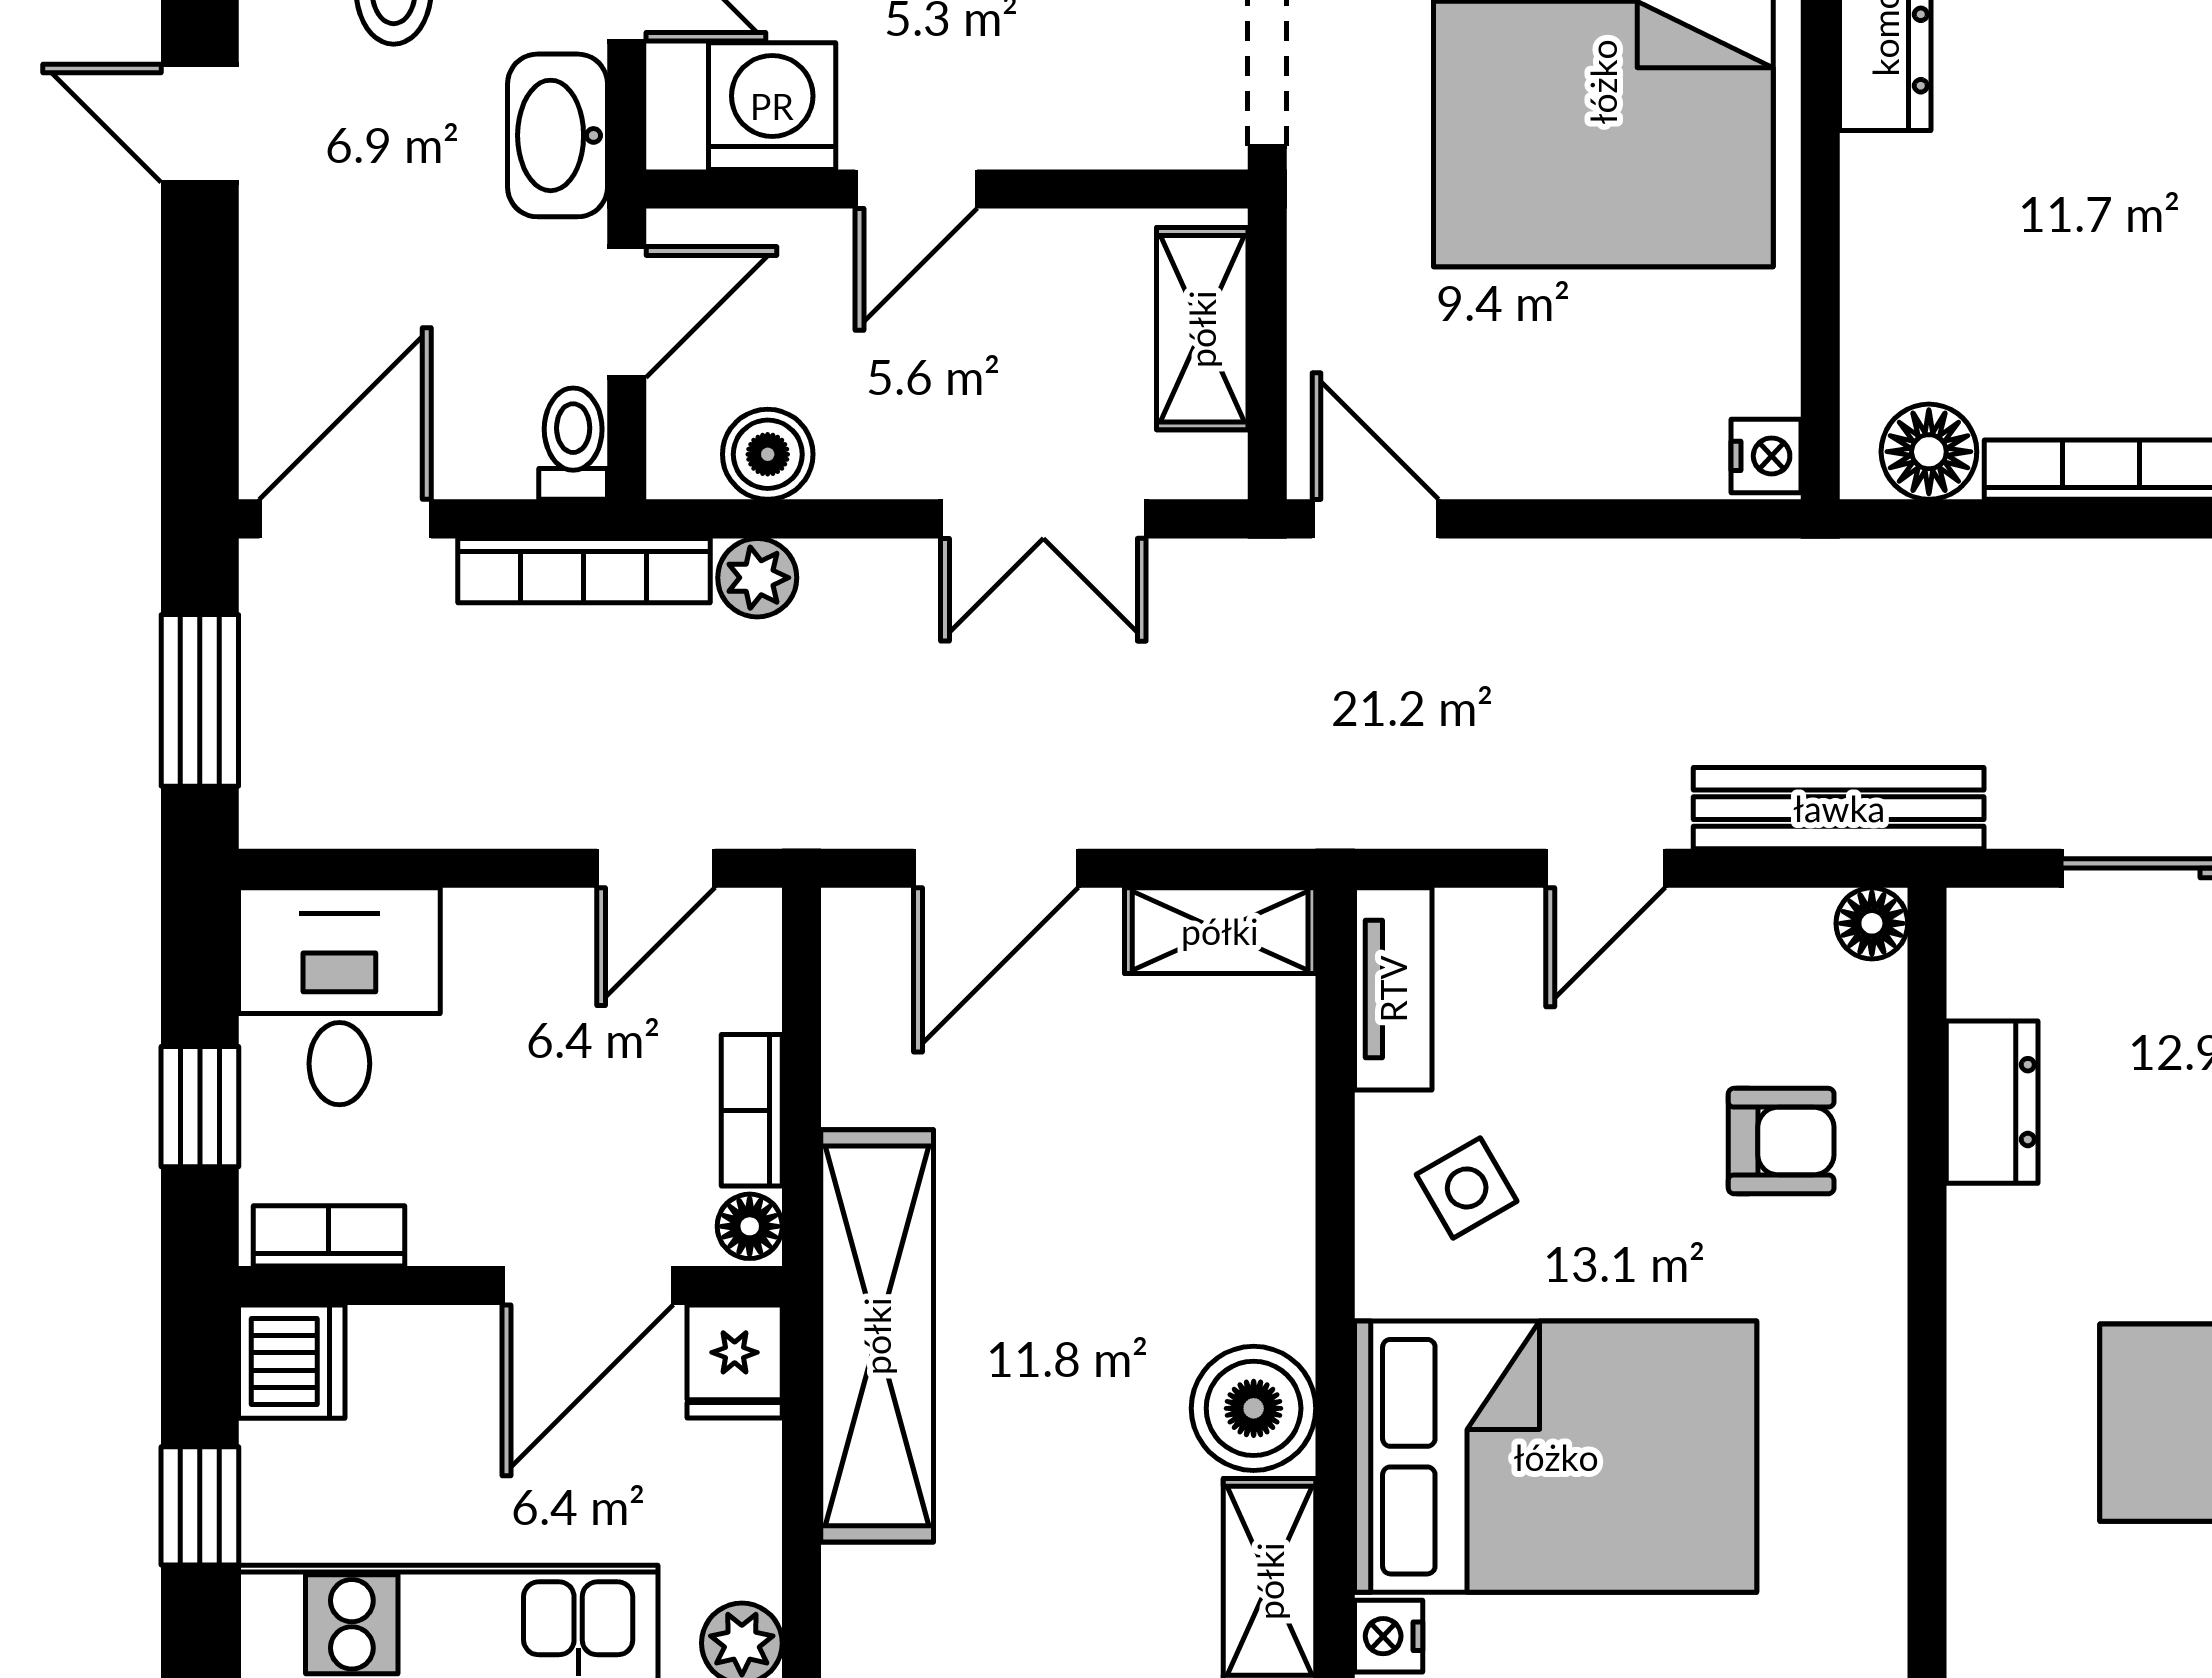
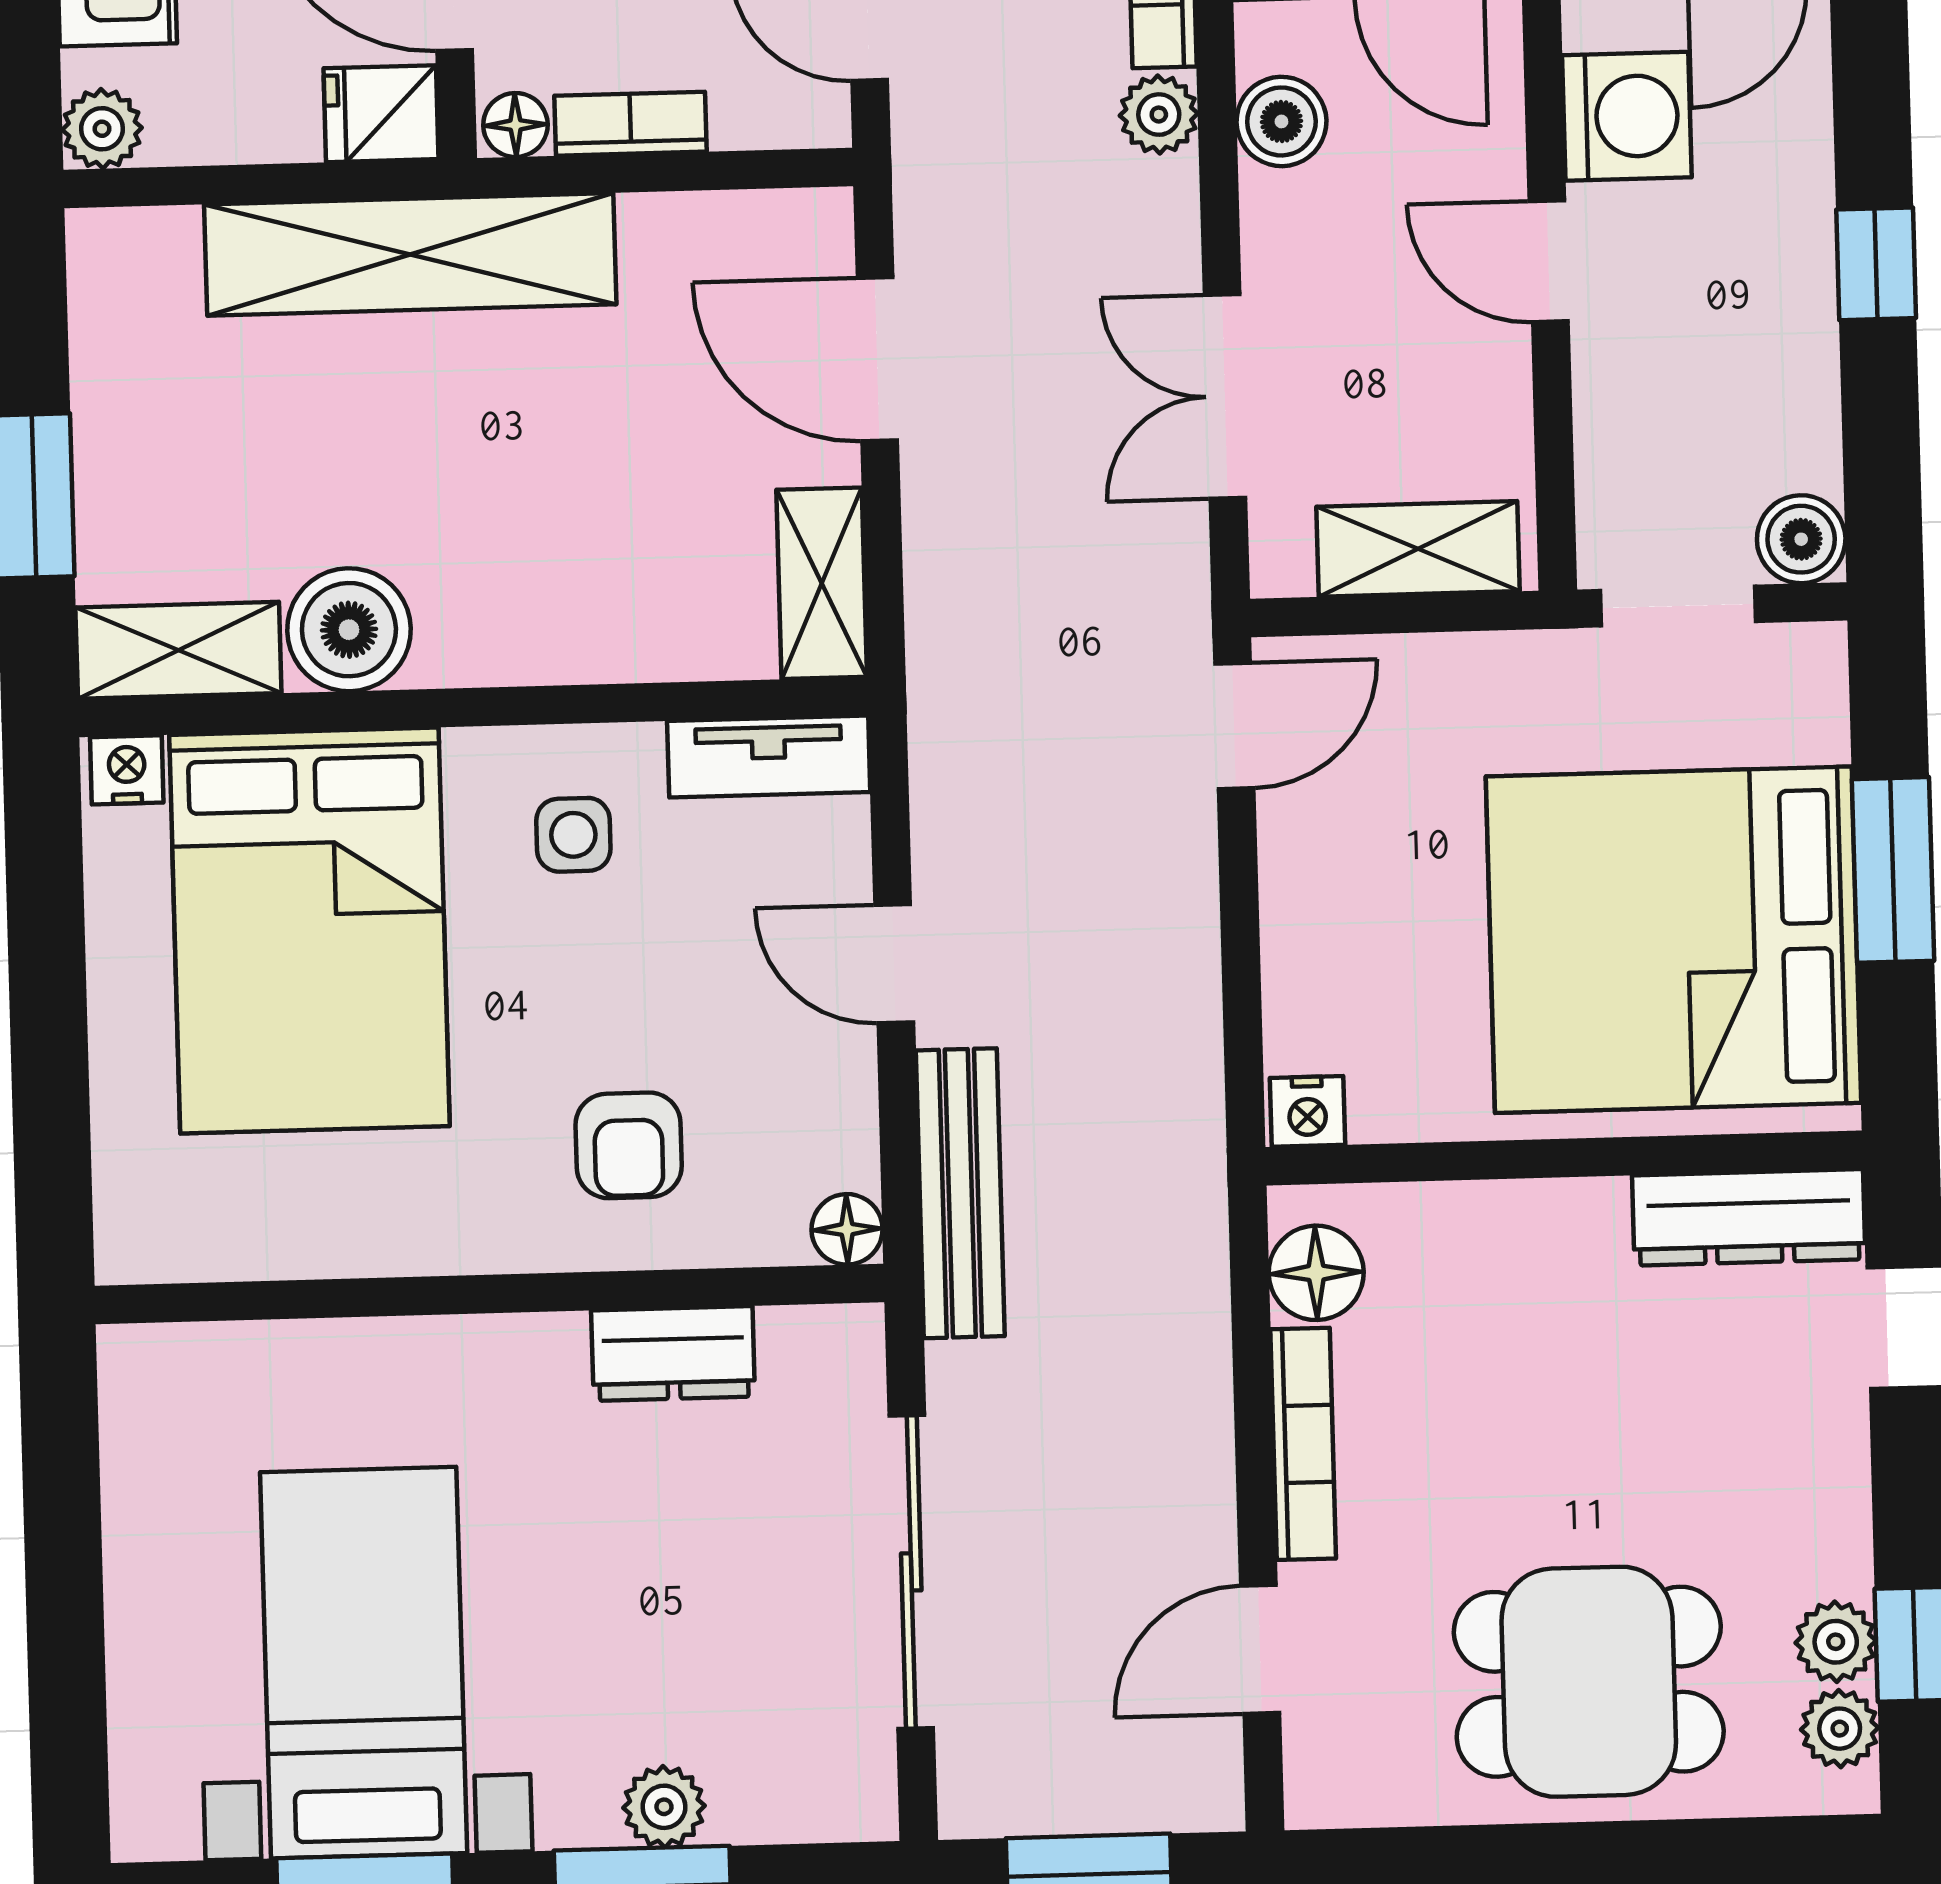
side table: (1467, 1188) -> (573, 835), turned 30

